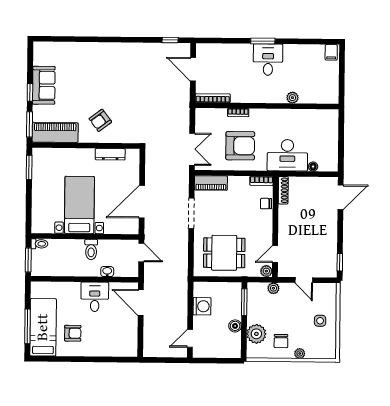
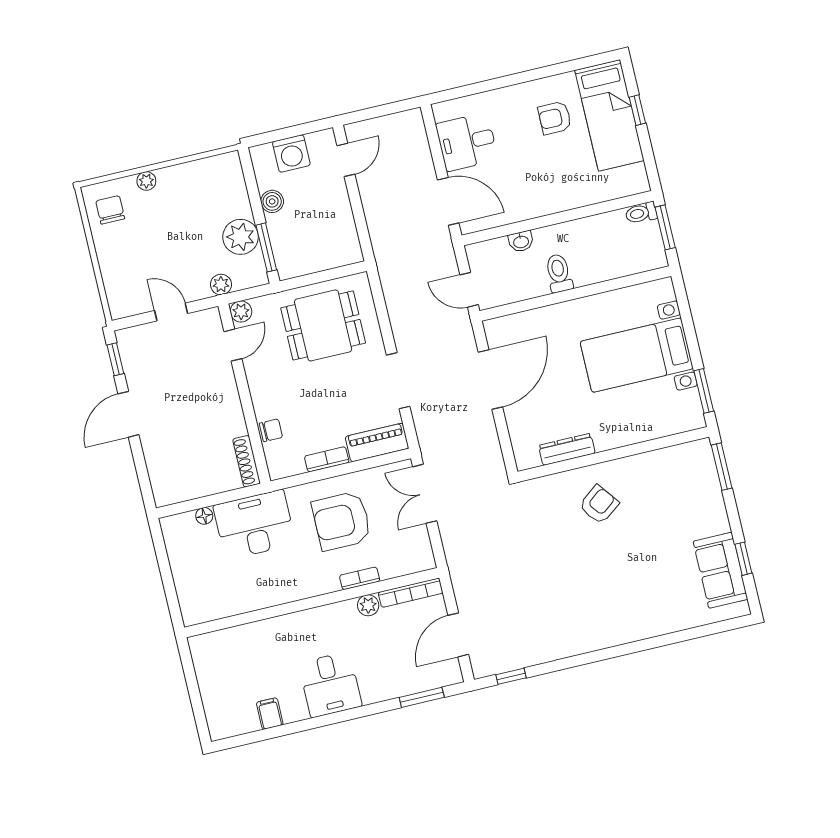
window: (263, 41) -> (422, 697), moved
filing cabinet: (331, 52) -> (270, 714), moved
door: (193, 69) -> (458, 635), swing flipped
sofa: (44, 85) -> (720, 570), moved
window: (30, 92) -> (743, 559), moved
plant: (292, 98) -> (368, 605), moved
piano: (55, 132) -> (673, 464), removed
bookcase: (261, 181) -> (327, 459), moved
door: (341, 197) -> (128, 414), moved
bed with nightstands: (79, 205) -> (637, 355), moved, turned 90
toilet: (39, 244) -> (641, 213), moved
desk: (95, 297) -> (467, 142), moved, turned 90
washing machine: (202, 306) -> (291, 154), moved, turned -90
side table: (320, 321) -> (125, 248), removed
window: (27, 326) -> (637, 110), width x0.46
plant: (256, 334) -> (241, 237), moved
chair: (281, 341) -> (110, 210), moved

